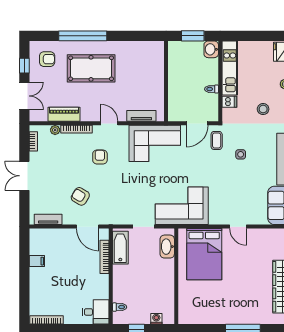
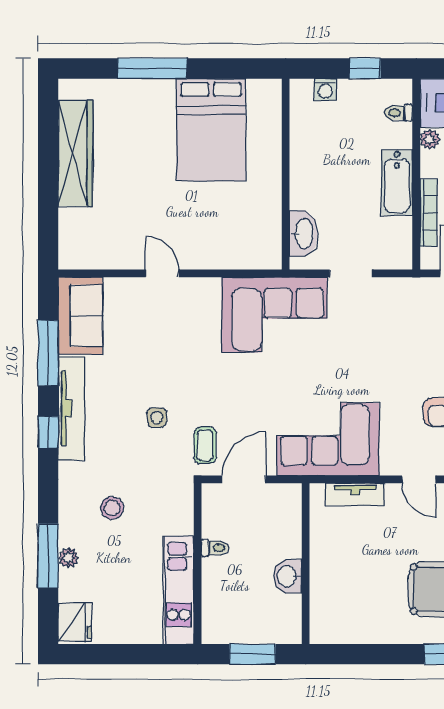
washbasin: (211, 49) -> (288, 576), moved, turned 180
dishwasher: (229, 102) -> (179, 523), removed
bathtub: (120, 248) -> (397, 183), moved
bed: (204, 254) -> (211, 130), moved, turned 180
plant: (104, 294) -> (430, 139), added

